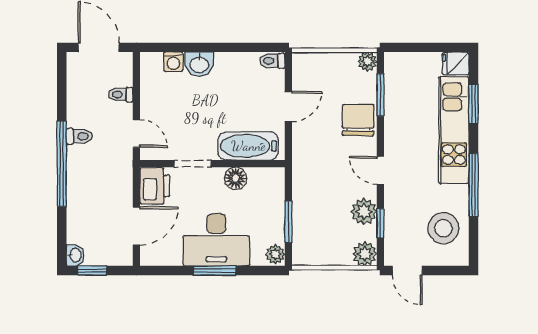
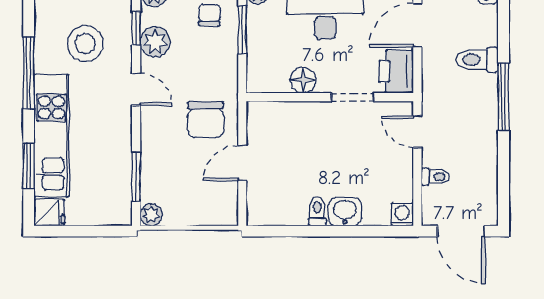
toilet: (272, 61) -> (317, 211), moved, turned -90
washing machine: (173, 62) -> (402, 215), moved
chair: (358, 120) -> (206, 120), moved
toilet: (79, 136) -> (477, 60), moved, width x1.37, depth x1.39
bathtub: (248, 146) -> (289, 117), removed
window: (62, 164) -> (504, 97), width x0.68
stool: (443, 228) -> (85, 44), moved
chair: (317, 235) -> (209, 15), added

